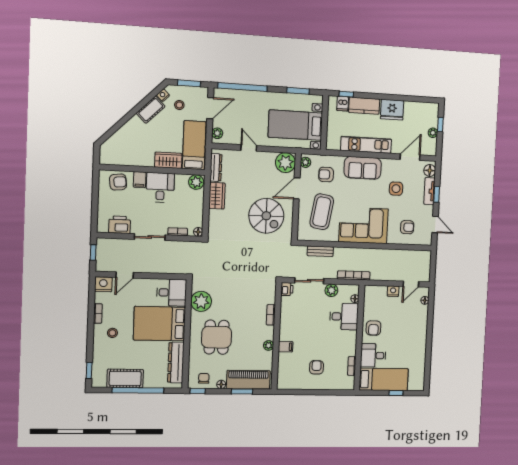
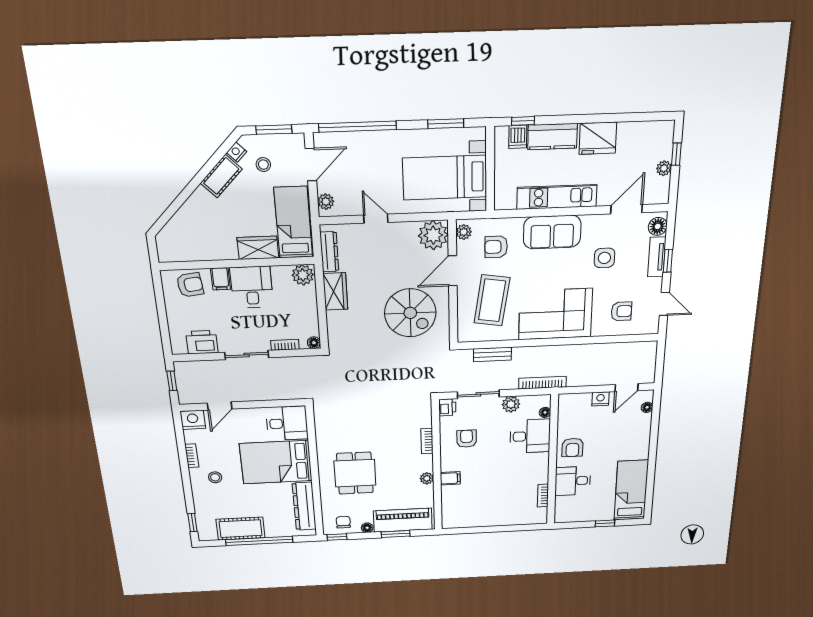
plant: (201, 301) -> (329, 431), removed
armchair: (317, 367) -> (467, 439), moved
bed: (384, 379) -> (631, 490), moved, turned -90

